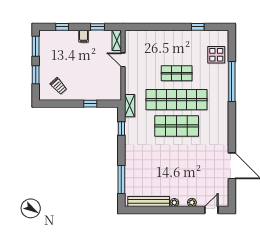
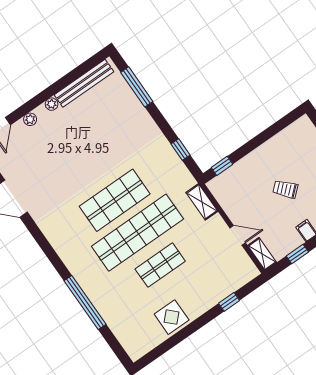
window: (198, 27) -> (229, 302), moved
display table: (216, 55) -> (172, 317), moved
trolley: (58, 86) -> (285, 189), moved
window: (90, 104) -> (222, 166), moved
shelving: (130, 106) -> (202, 202), moved

